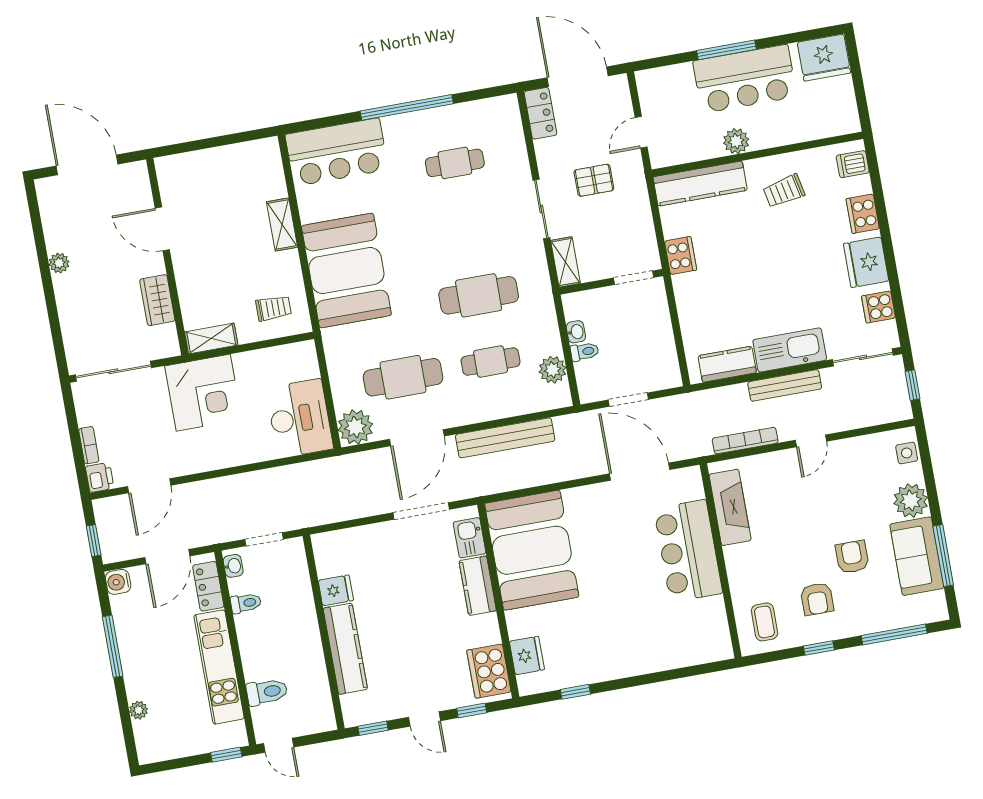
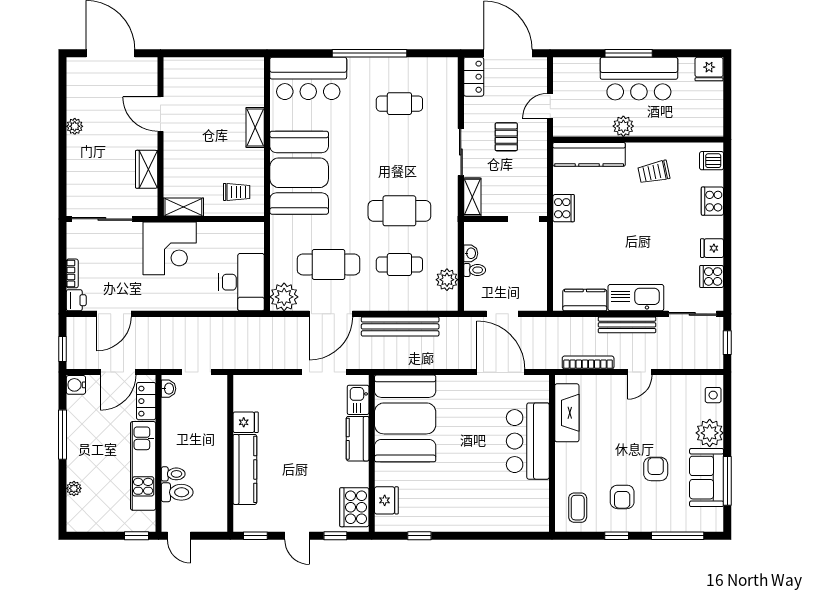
fridge: (824, 58) -> (709, 69), width x0.73, depth x0.75
pallet: (594, 180) -> (506, 137), turned 90
fridge: (866, 262) -> (712, 248), width x0.53, depth x0.75
toilet: (246, 603) -> (173, 474), moved

